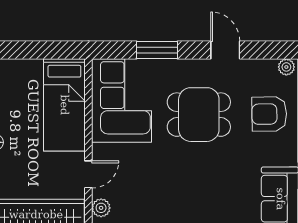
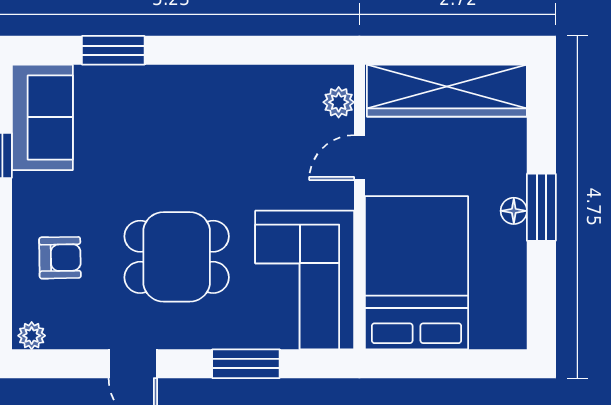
bed: (64, 105) -> (417, 273), width x1.50
armchair: (269, 114) -> (60, 258), width x0.72, depth x0.72

